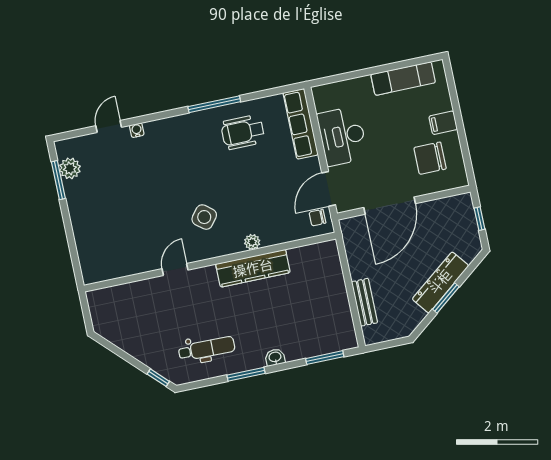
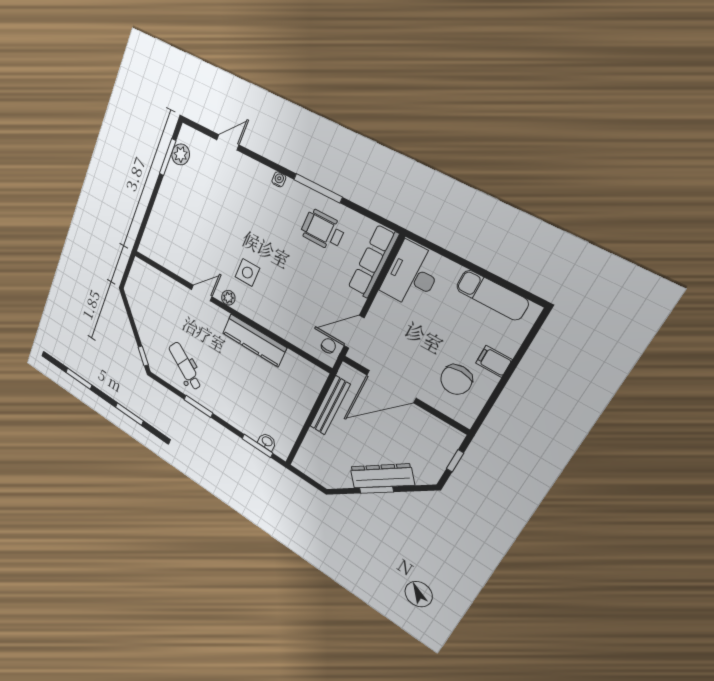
water cooler: (137, 130) -> (279, 179), moved
desk: (342, 136) -> (412, 275), moved
chair: (430, 158) -> (456, 380), turned -90
side table: (204, 217) -> (247, 273), turned -38
chair: (317, 218) -> (328, 346), turned 90
plant: (252, 242) -> (228, 298), moved
bench: (365, 302) -> (330, 405), moved, width x1.36
dental chair: (207, 349) -> (185, 366), turned -150
washbasin: (275, 357) -> (267, 442), moved

